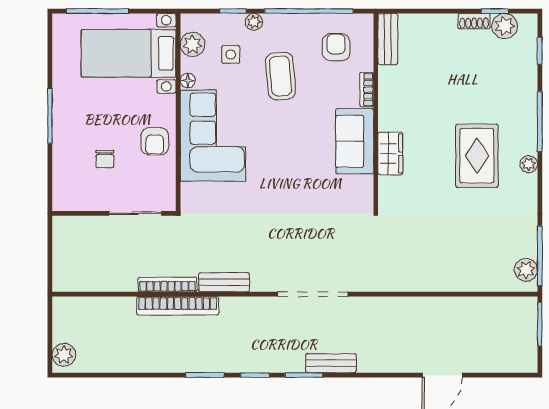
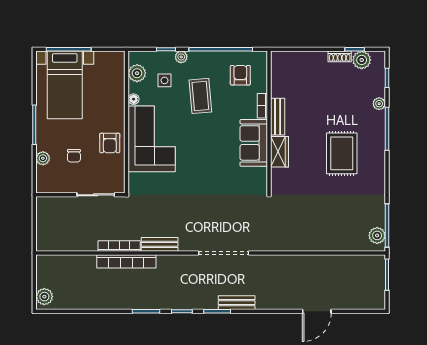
bench: (388, 39) -> (278, 117), moved
bed with nightstands: (128, 53) -> (65, 85), moved, turned -90
plant: (62, 163) -> (43, 158), added
plant: (529, 164) -> (379, 104), moved

